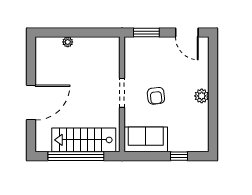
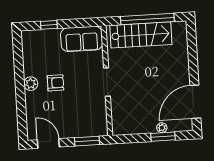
window: (67, 33) -> (163, 137), added
armchair: (156, 96) -> (55, 83), moved, turned 96
door: (31, 103) -> (195, 102), moved

